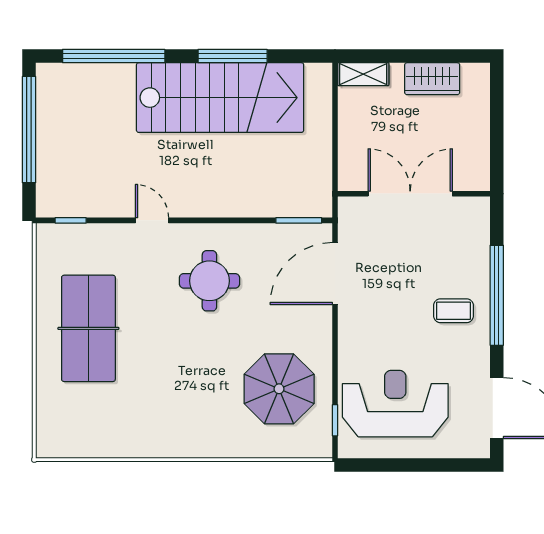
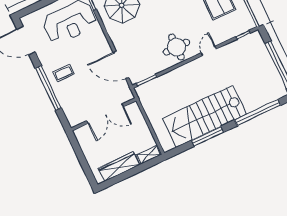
wardrobe: (432, 79) -> (119, 167), width x1.50
door: (152, 220) -> (209, 51), swing flipped
door: (335, 274) -> (121, 65), swing flipped
round table: (209, 281) -> (176, 47), moved

